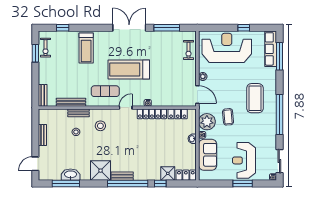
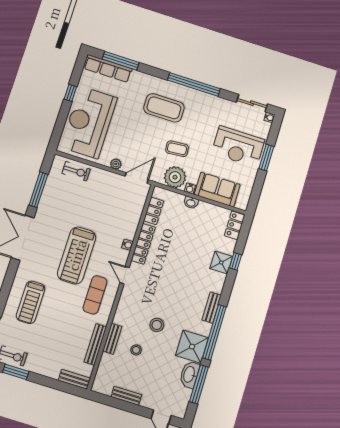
treadmill: (86, 48) -> (31, 302), turned 90
stool: (100, 126) -> (157, 325), moved
shower: (101, 171) -> (192, 347), moved
shower: (168, 173) -> (221, 262), moved
window: (128, 183) -> (214, 332), moved

